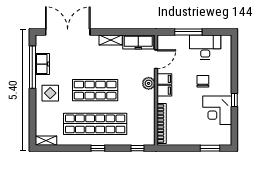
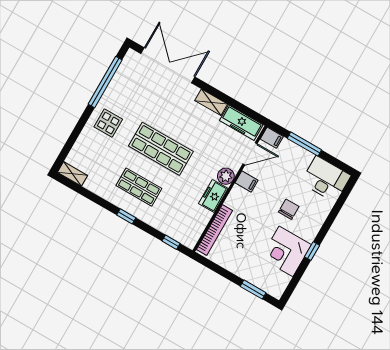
desk: (205, 47) -> (326, 179), moved
freezer: (42, 64) -> (213, 196), moved, turned 180
filing cabinet: (164, 91) -> (272, 138), moved
shop shelf: (95, 124) -> (139, 187), width x0.50, depth x0.74

